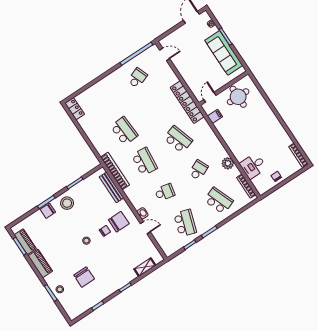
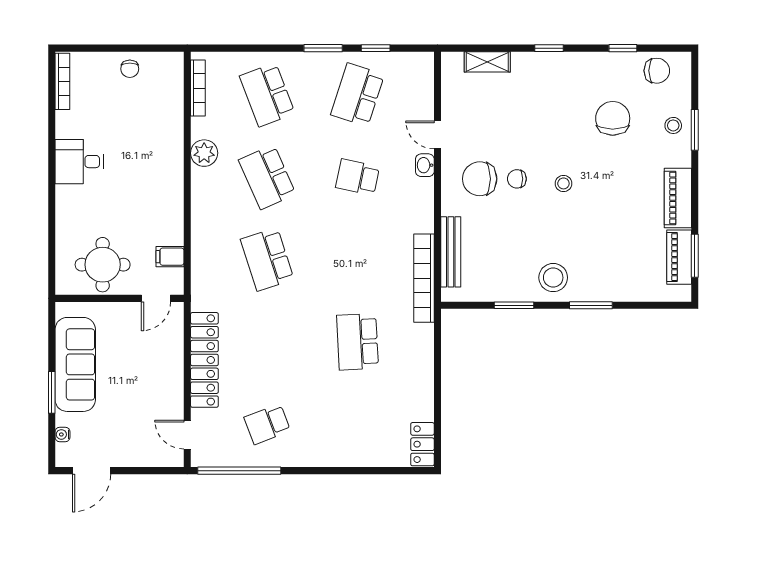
locker: (187, 102) -> (204, 360), moved
school desk: (144, 162) -> (358, 259), removed
desk: (253, 166) -> (79, 162), moved, turned 180
school desk: (198, 170) -> (267, 177), width x1.85
chair: (48, 211) -> (657, 71), moved

